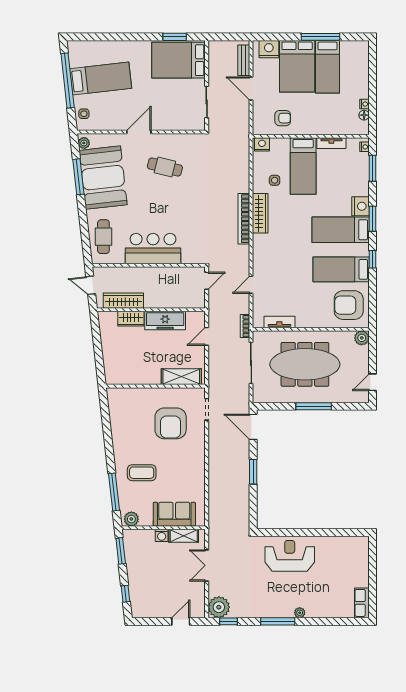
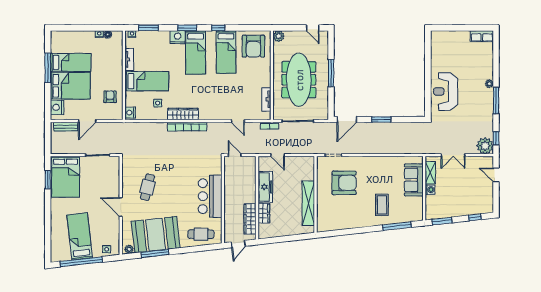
shelving: (181, 377) -> (308, 203), moved, width x1.47
plant: (131, 519) -> (417, 213), removed

